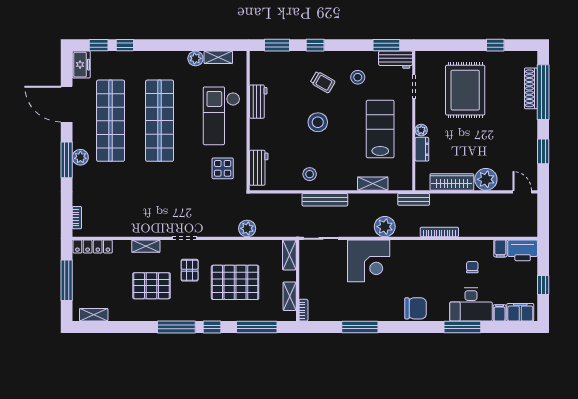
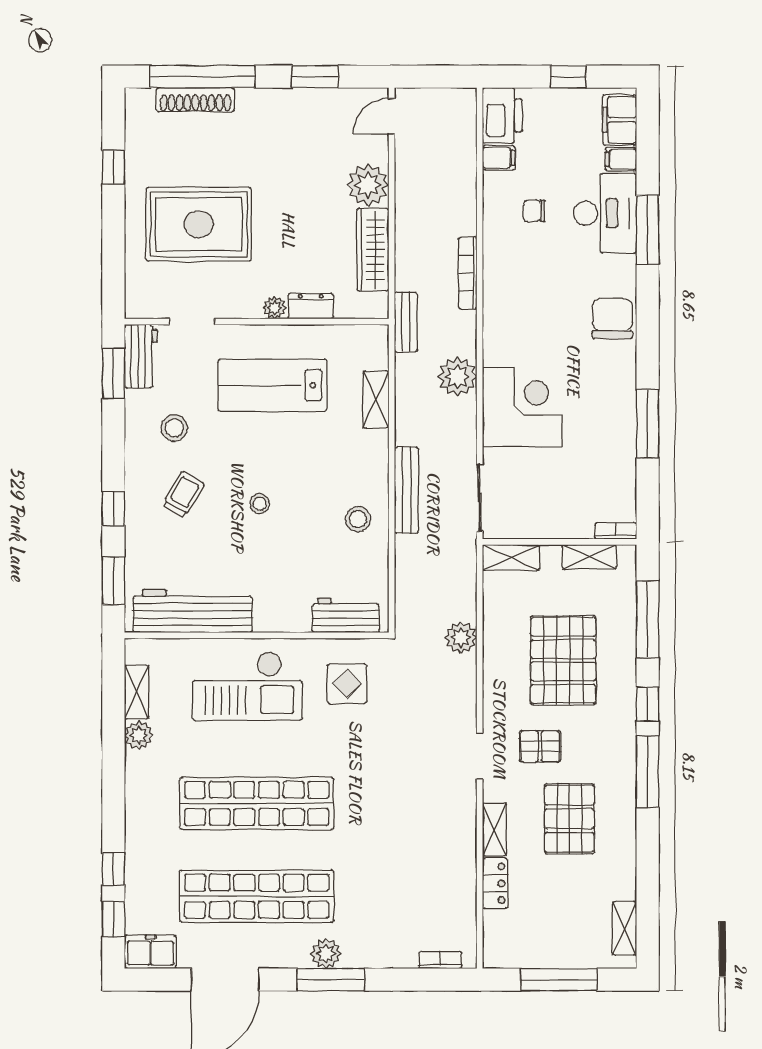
workbench: (258, 102) -> (193, 611), width x1.88, depth x1.32
stool: (318, 122) -> (260, 504), width x0.53, depth x0.53
locker: (93, 247) -> (495, 883), moved, width x0.66

